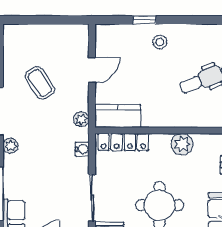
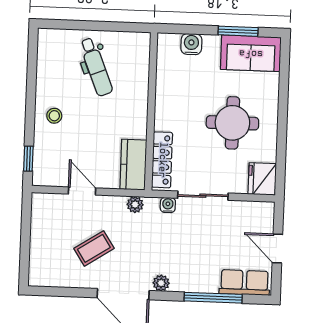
window: (144, 20) -> (28, 159), moved
plant: (182, 144) -> (167, 96), removed
sliding door: (92, 198) -> (203, 196), moved

